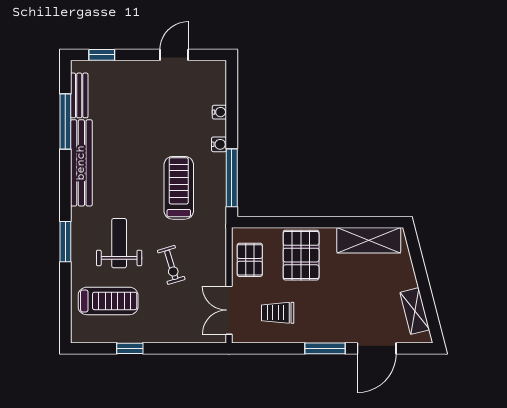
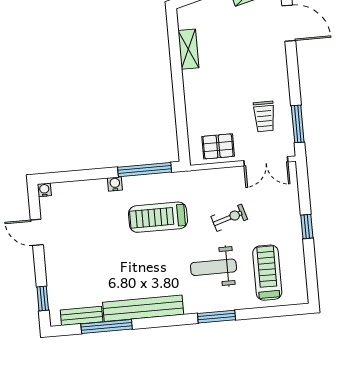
water cooler: (219, 112) -> (44, 190), moved
shelving: (369, 240) -> (188, 49), width x0.67, depth x0.75
pallet: (301, 255) -> (210, 100), removed
window: (130, 348) -> (307, 227), moved
window: (325, 348) -> (298, 124), moved

